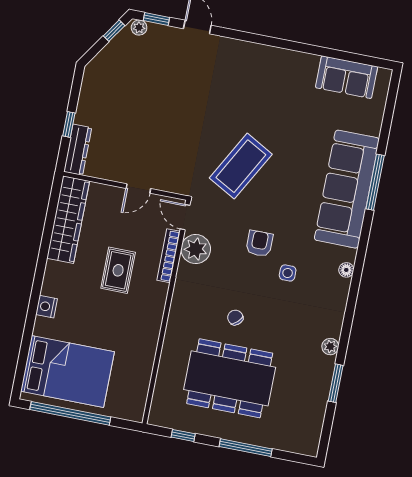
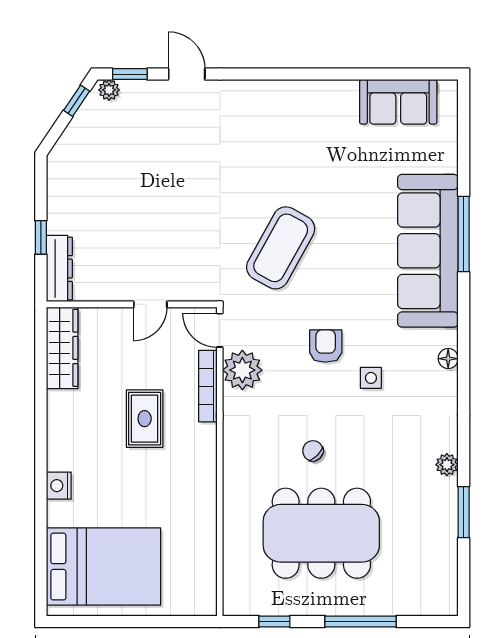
wardrobe: (68, 220) -> (62, 348), width x0.71, depth x0.85
window: (70, 413) -> (118, 621), removed

